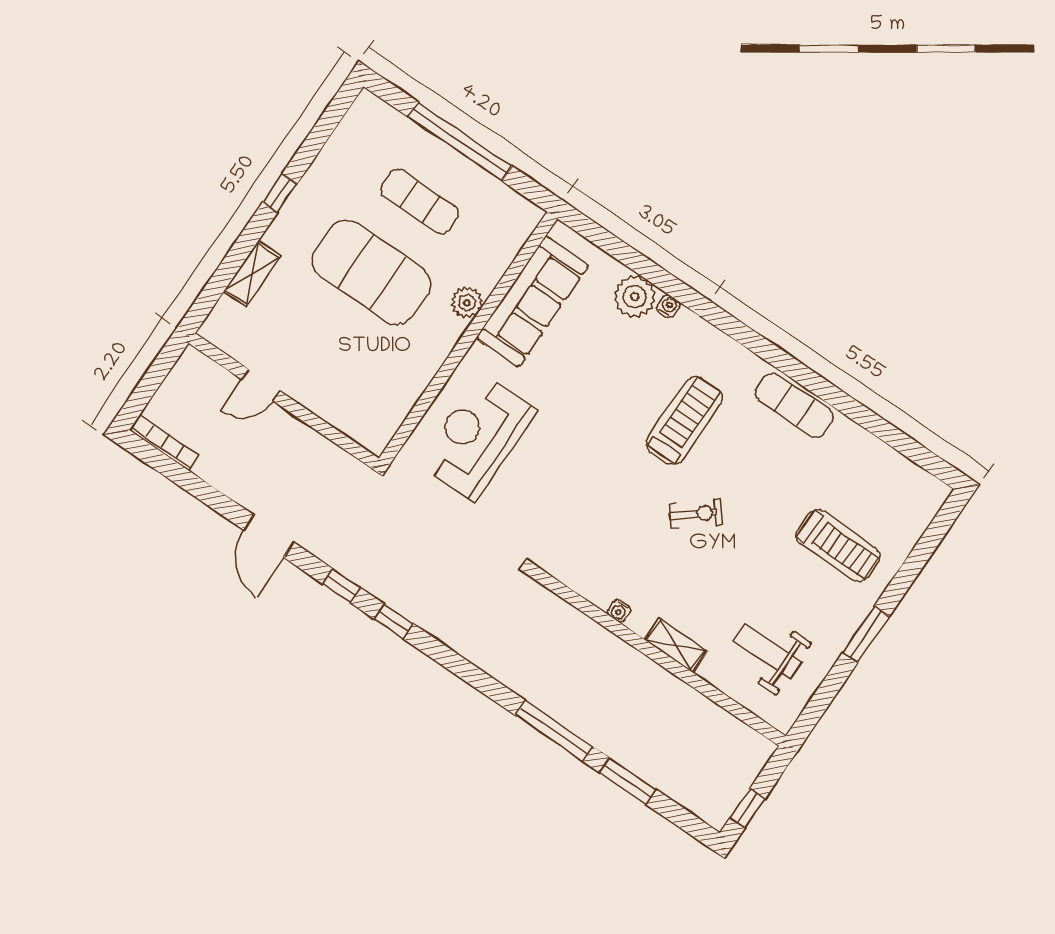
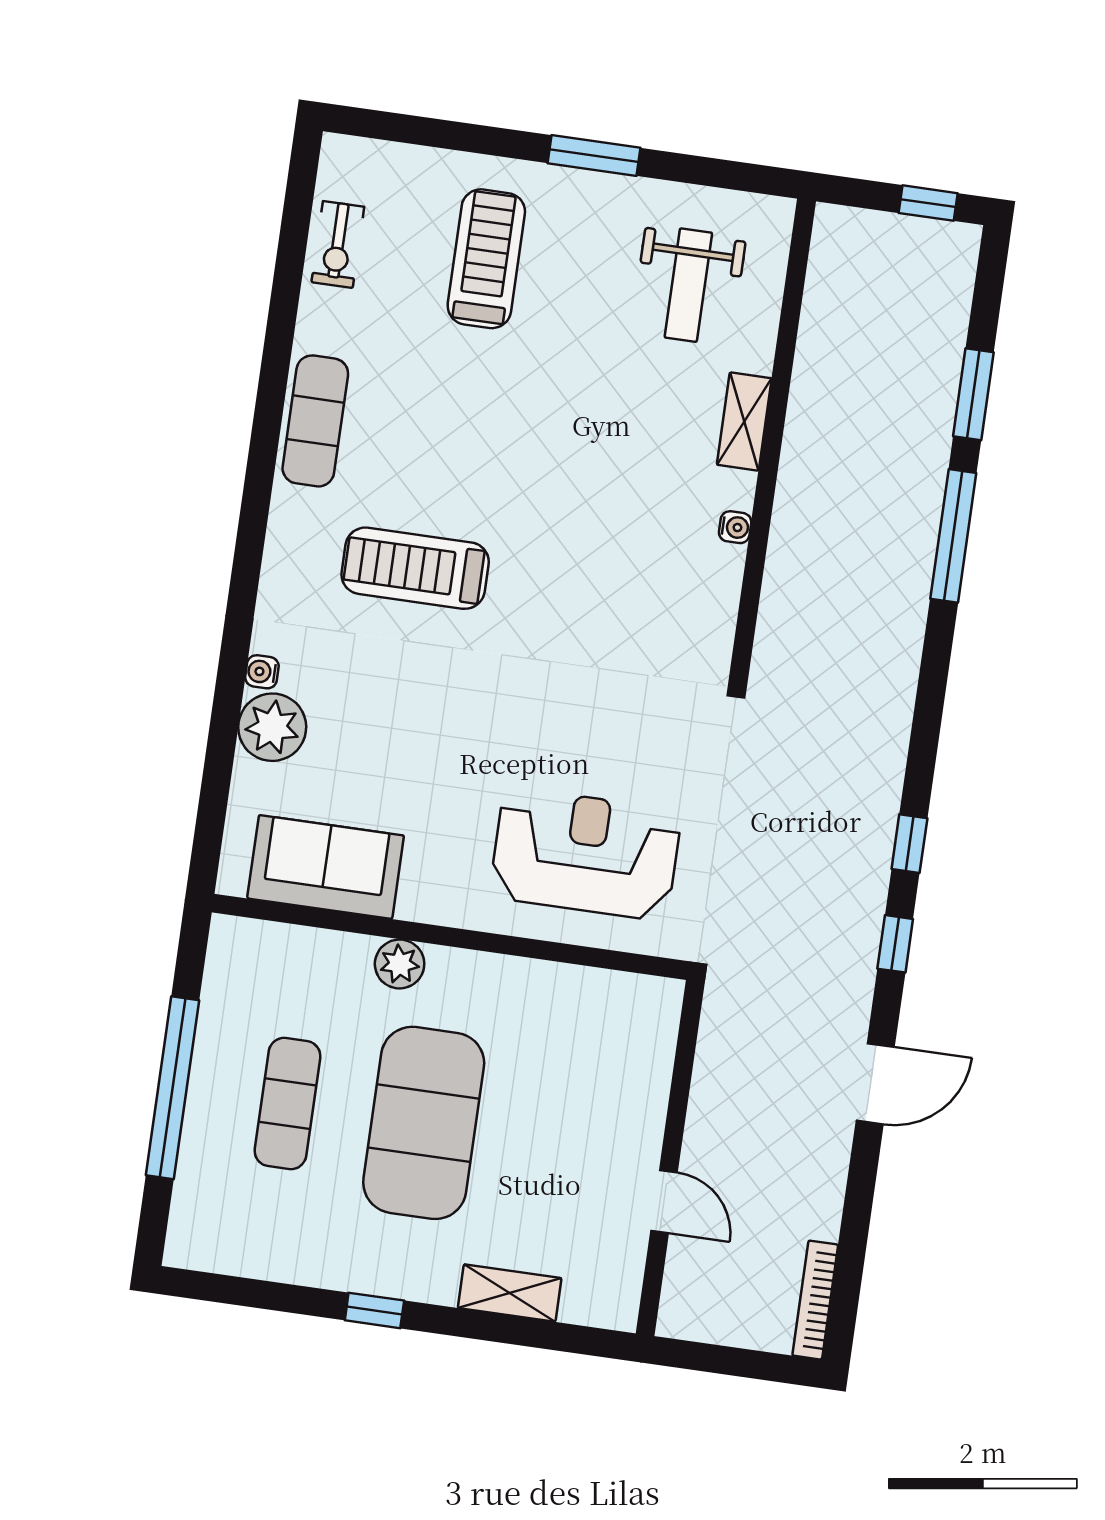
sofa: (532, 302) -> (326, 867), width x0.73
reception desk: (477, 437) -> (585, 854), turned 180
exercise bike: (696, 514) -> (338, 245), moved, turned -141

